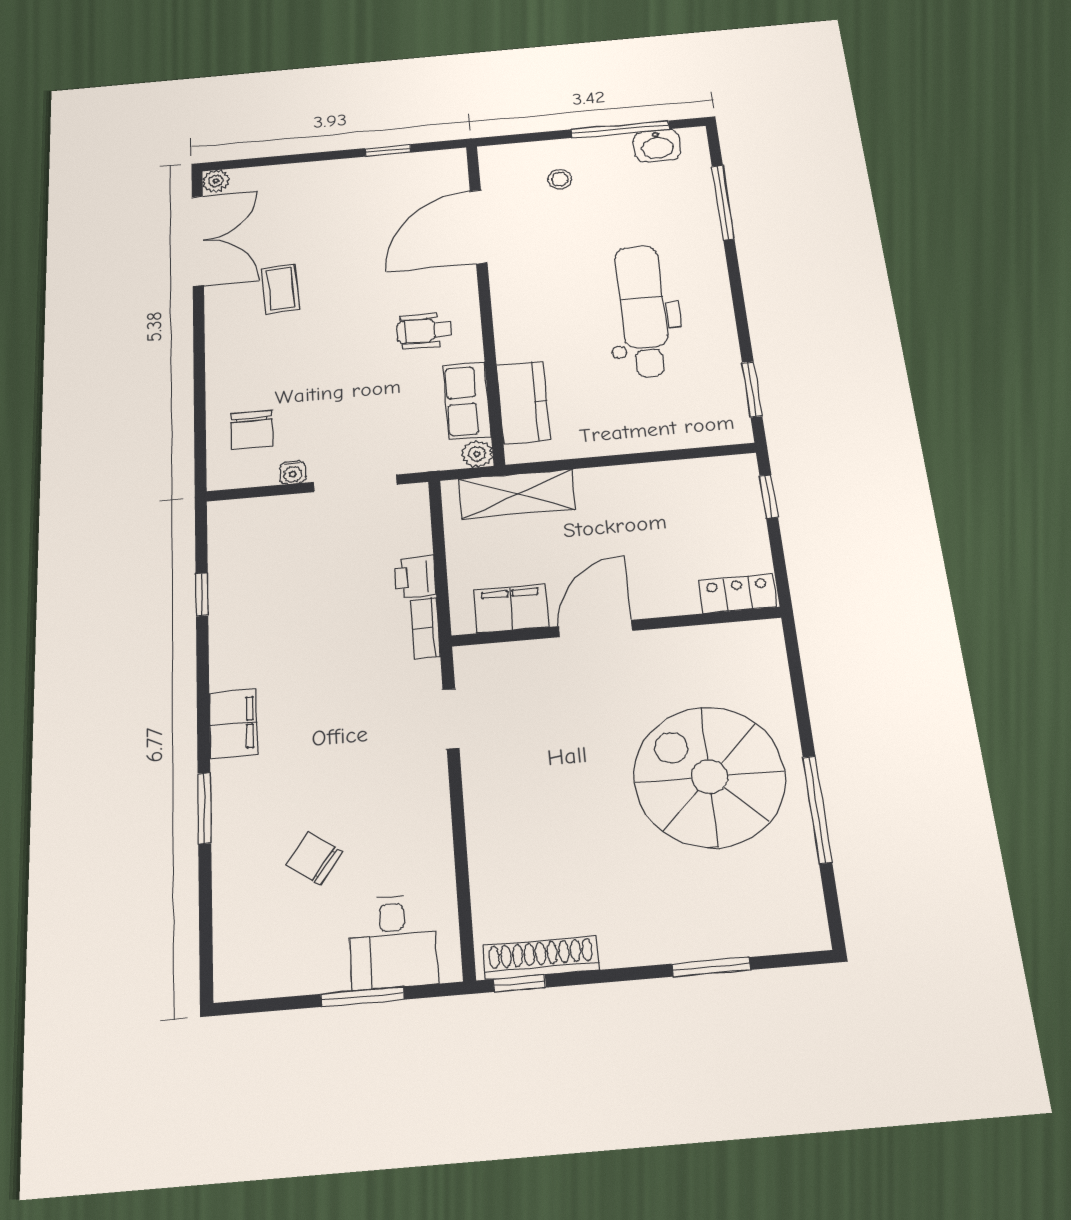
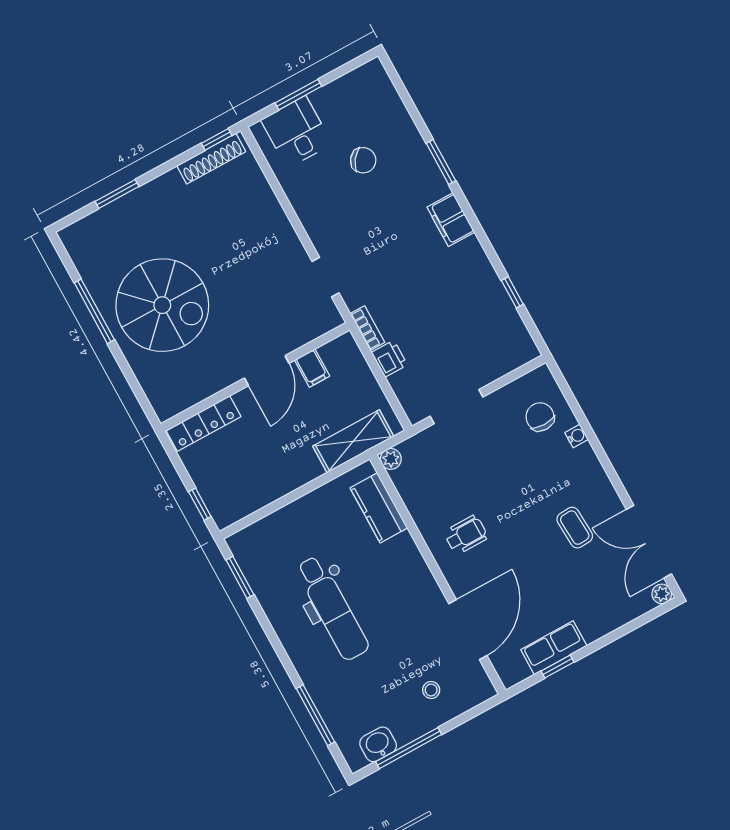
row of seats: (467, 401) -> (554, 648), moved, turned -90
water cooler: (293, 472) -> (577, 436), moved, turned 90
locker: (738, 594) -> (203, 423), width x1.53
filing cabinet: (511, 608) -> (312, 368), width x0.50

